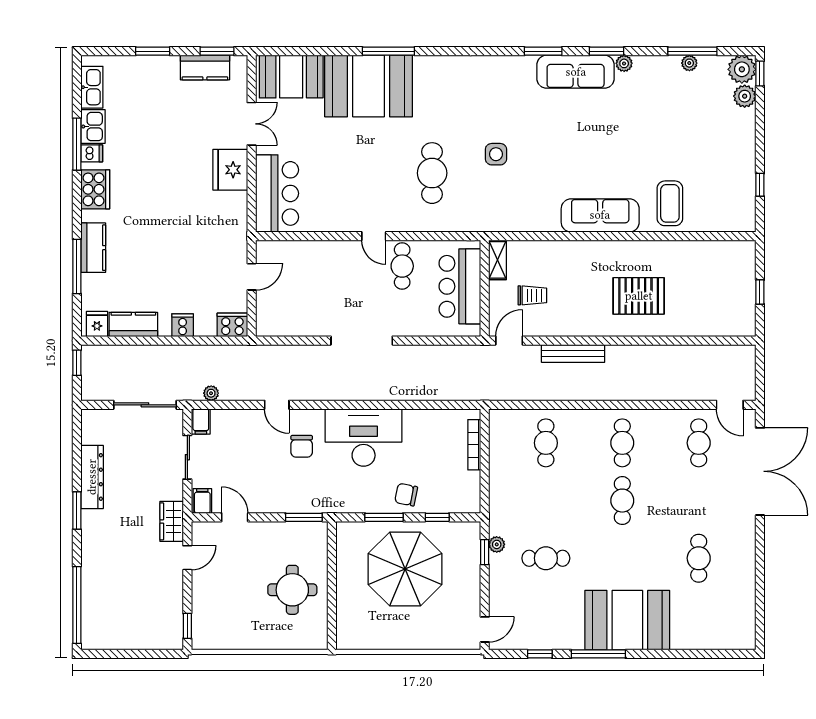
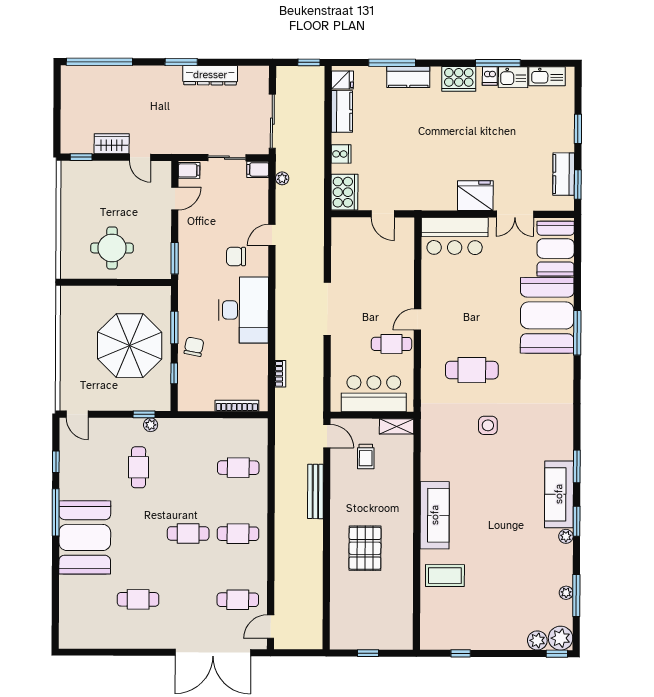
cooker: (232, 325) -> (344, 192), width x1.37, depth x1.31
bookcase: (437, 395) -> (280, 374), added
wardrobe: (172, 521) -> (112, 144), moved

